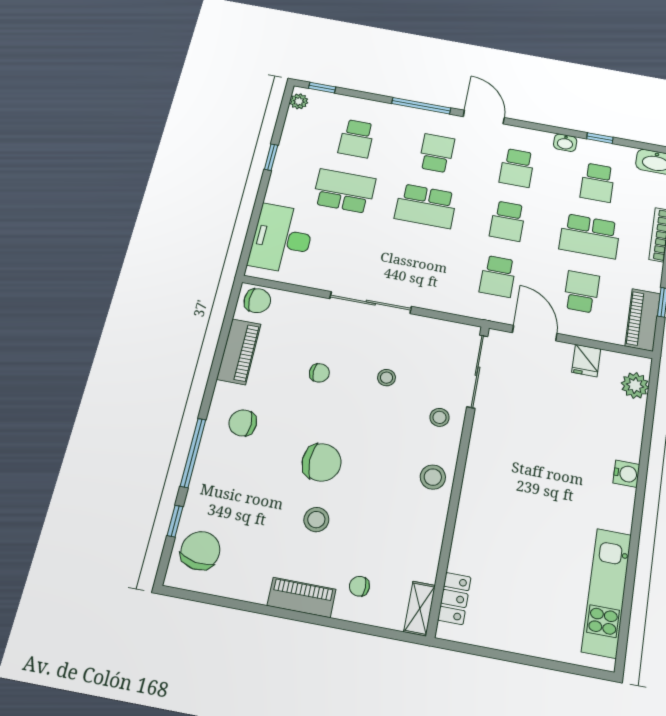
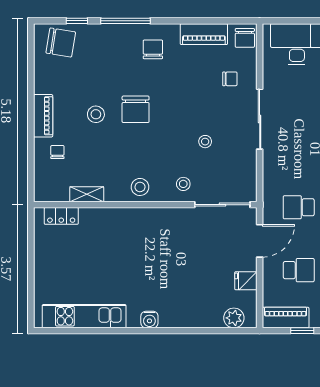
chair: (319, 373) -> (230, 79), moved, turned -90
water cooler: (626, 474) -> (149, 320), moved
shelving: (420, 609) -> (87, 194), moved

